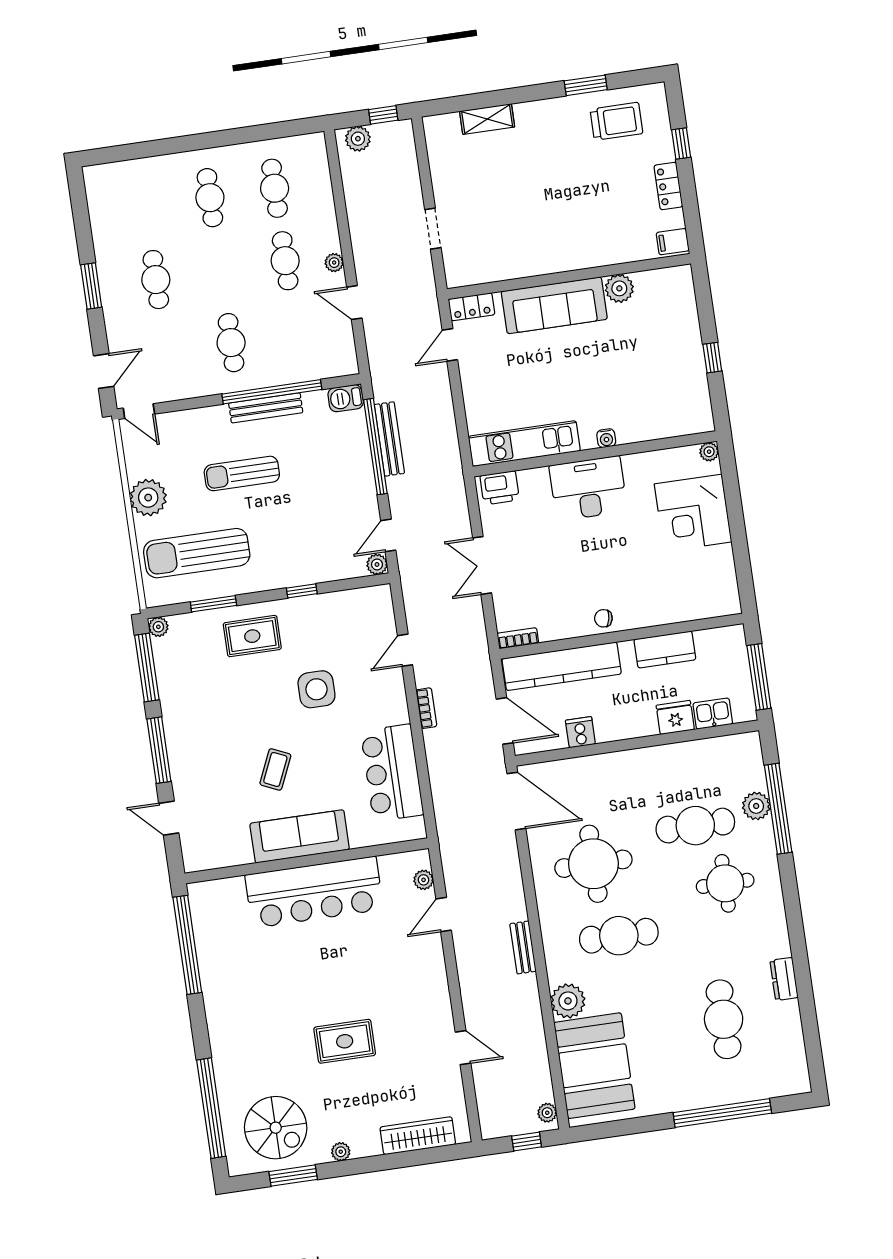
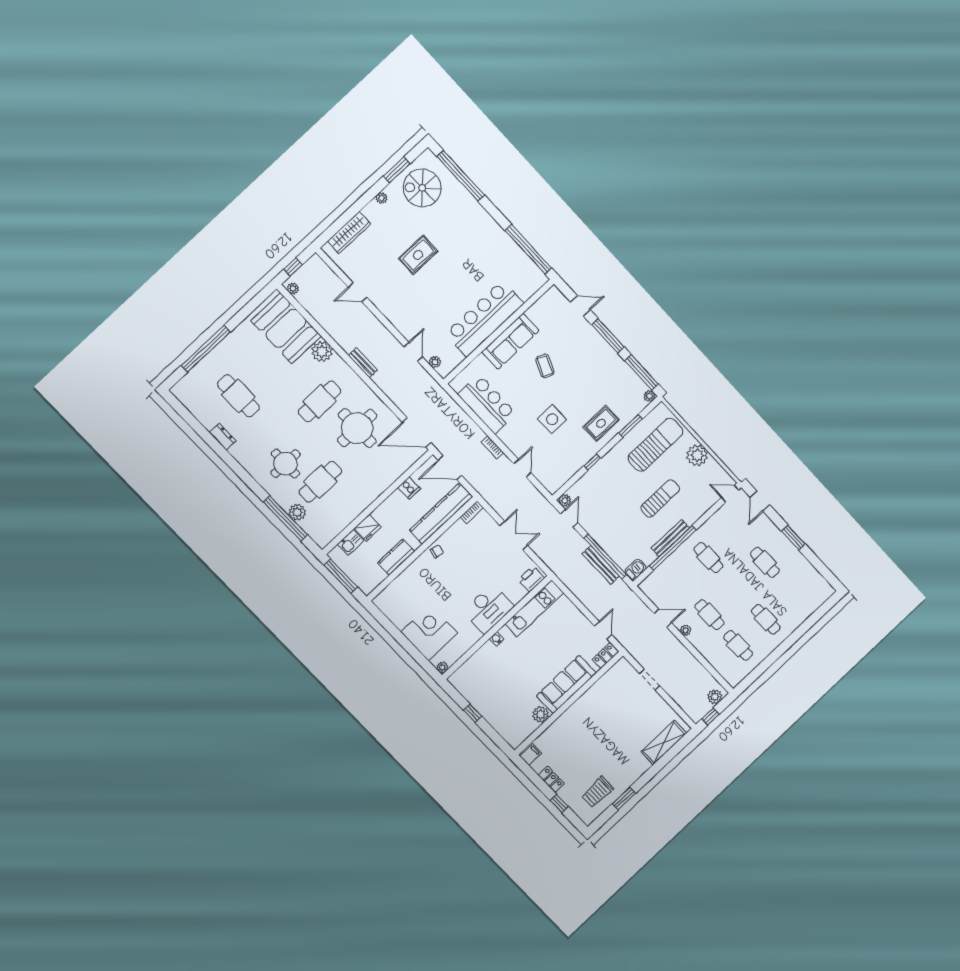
shelving: (487, 119) -> (664, 743), width x1.50, depth x1.33

